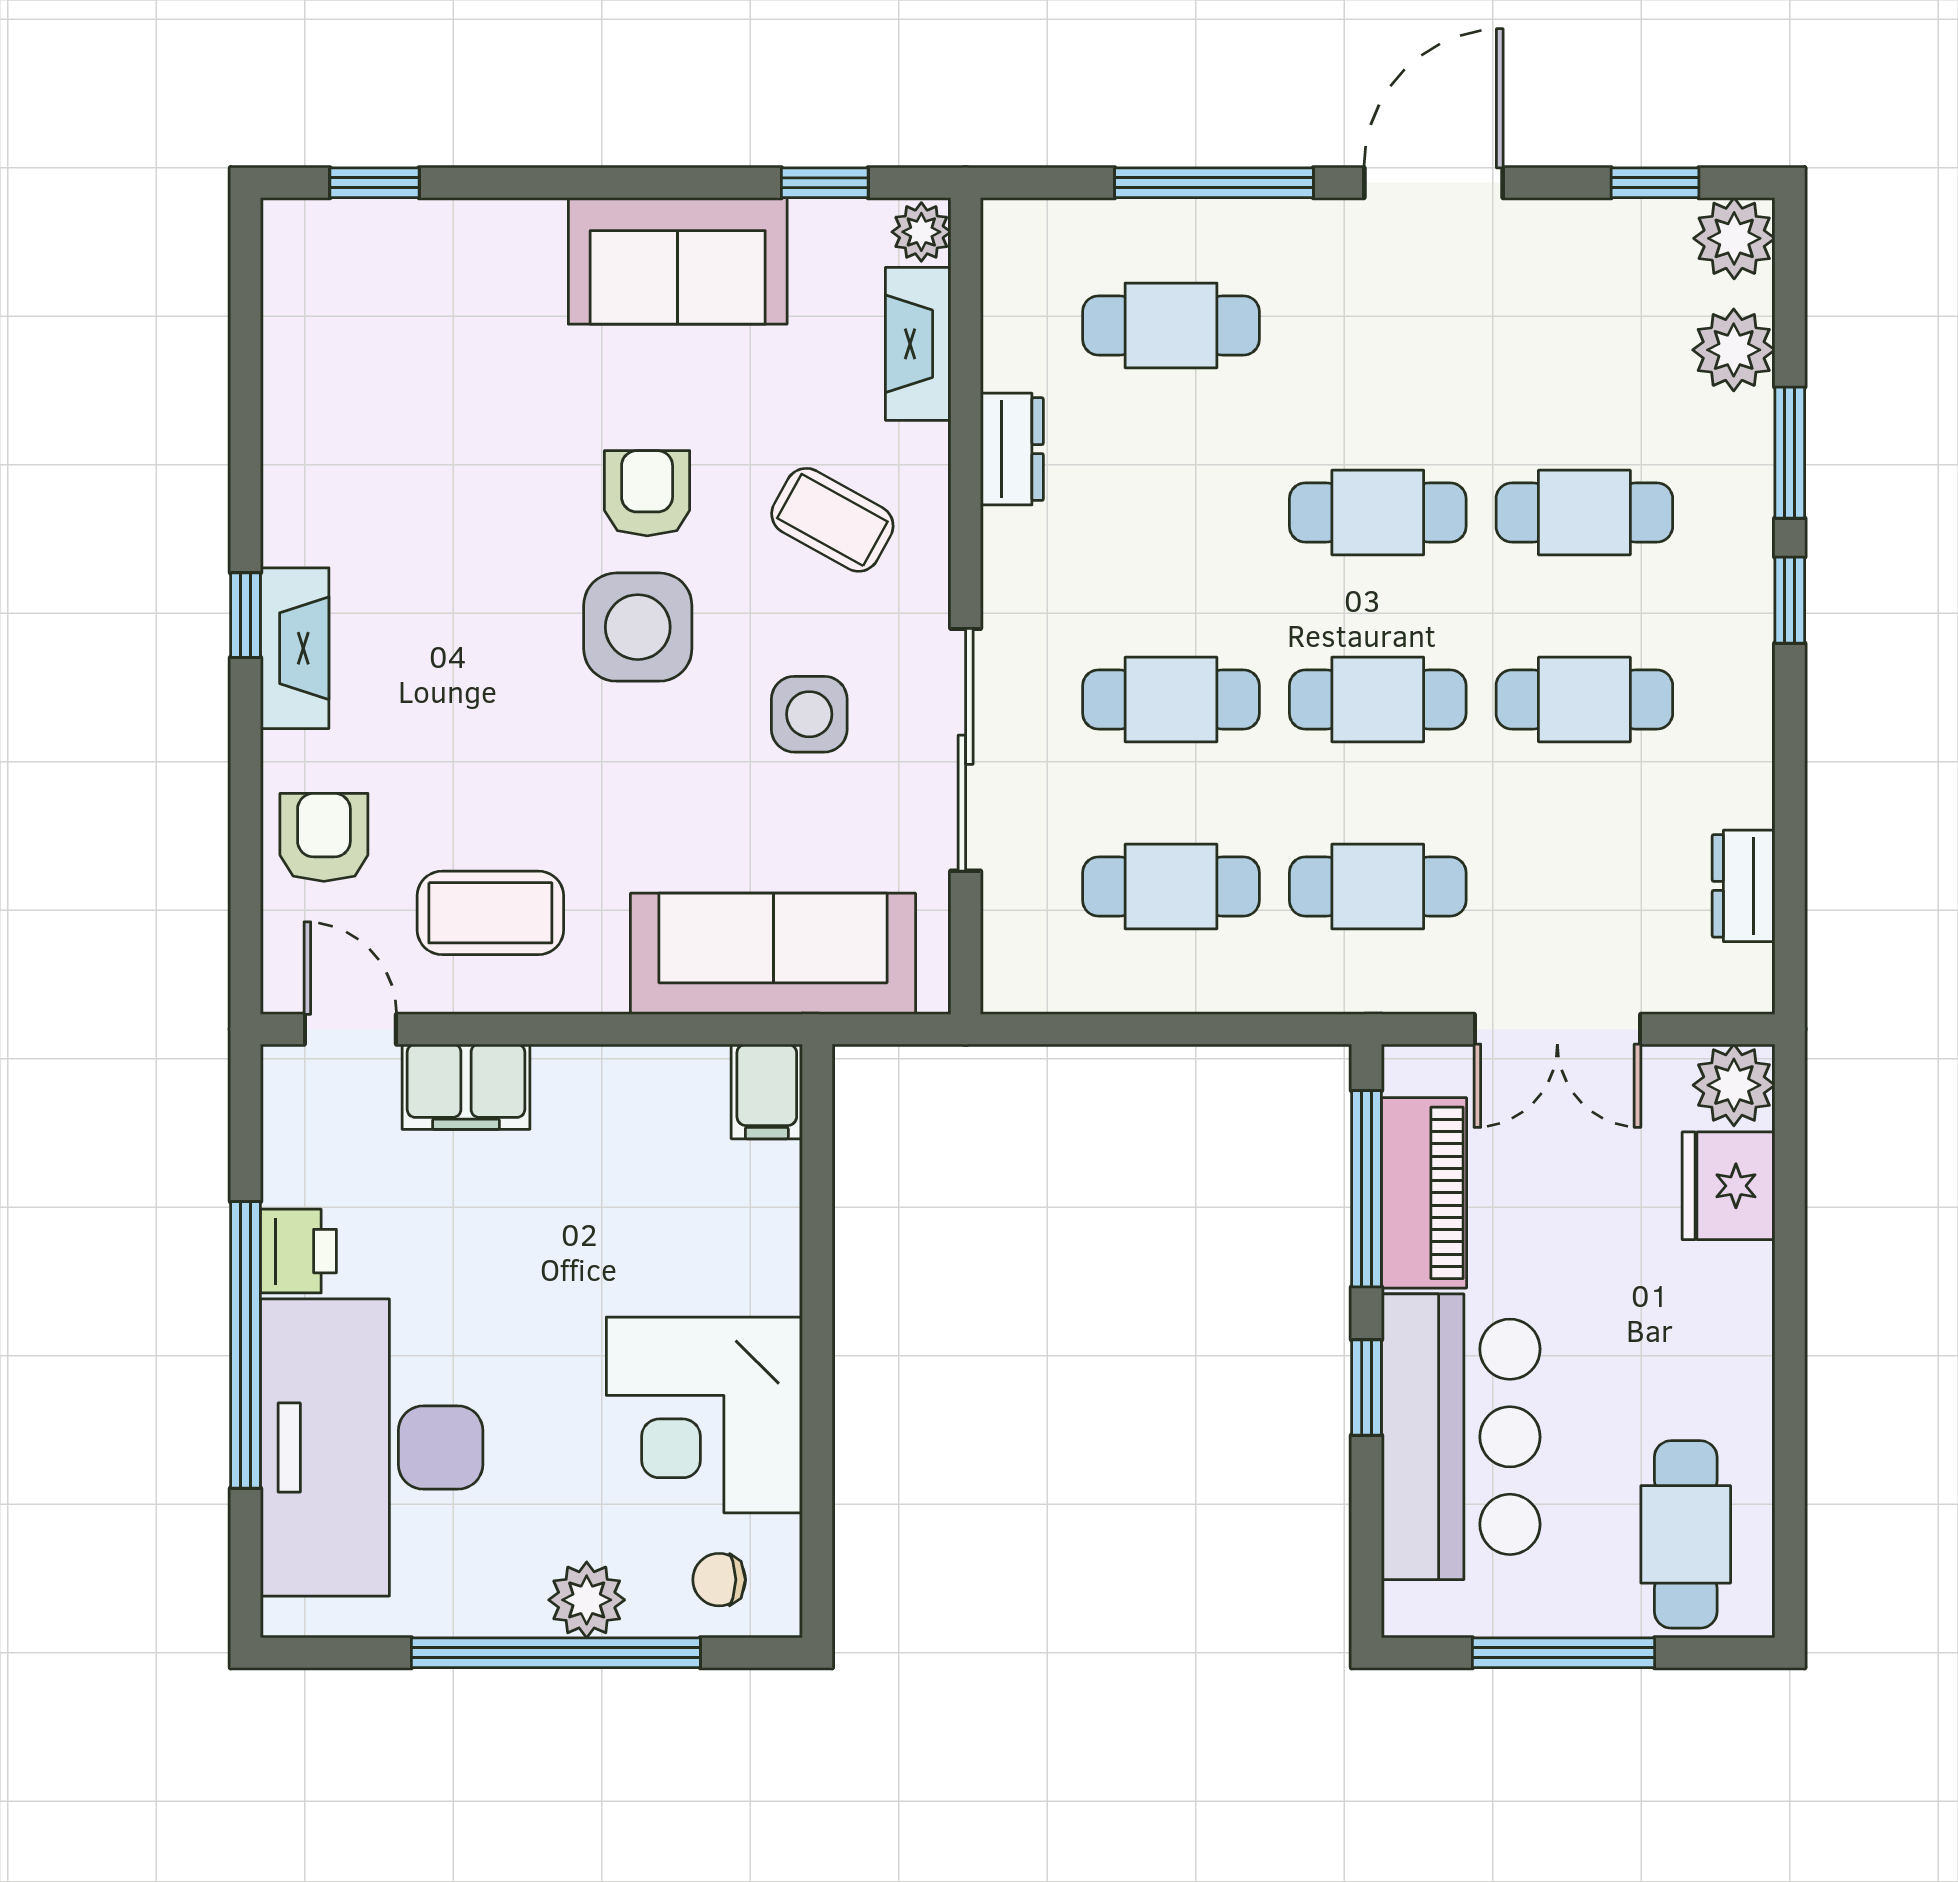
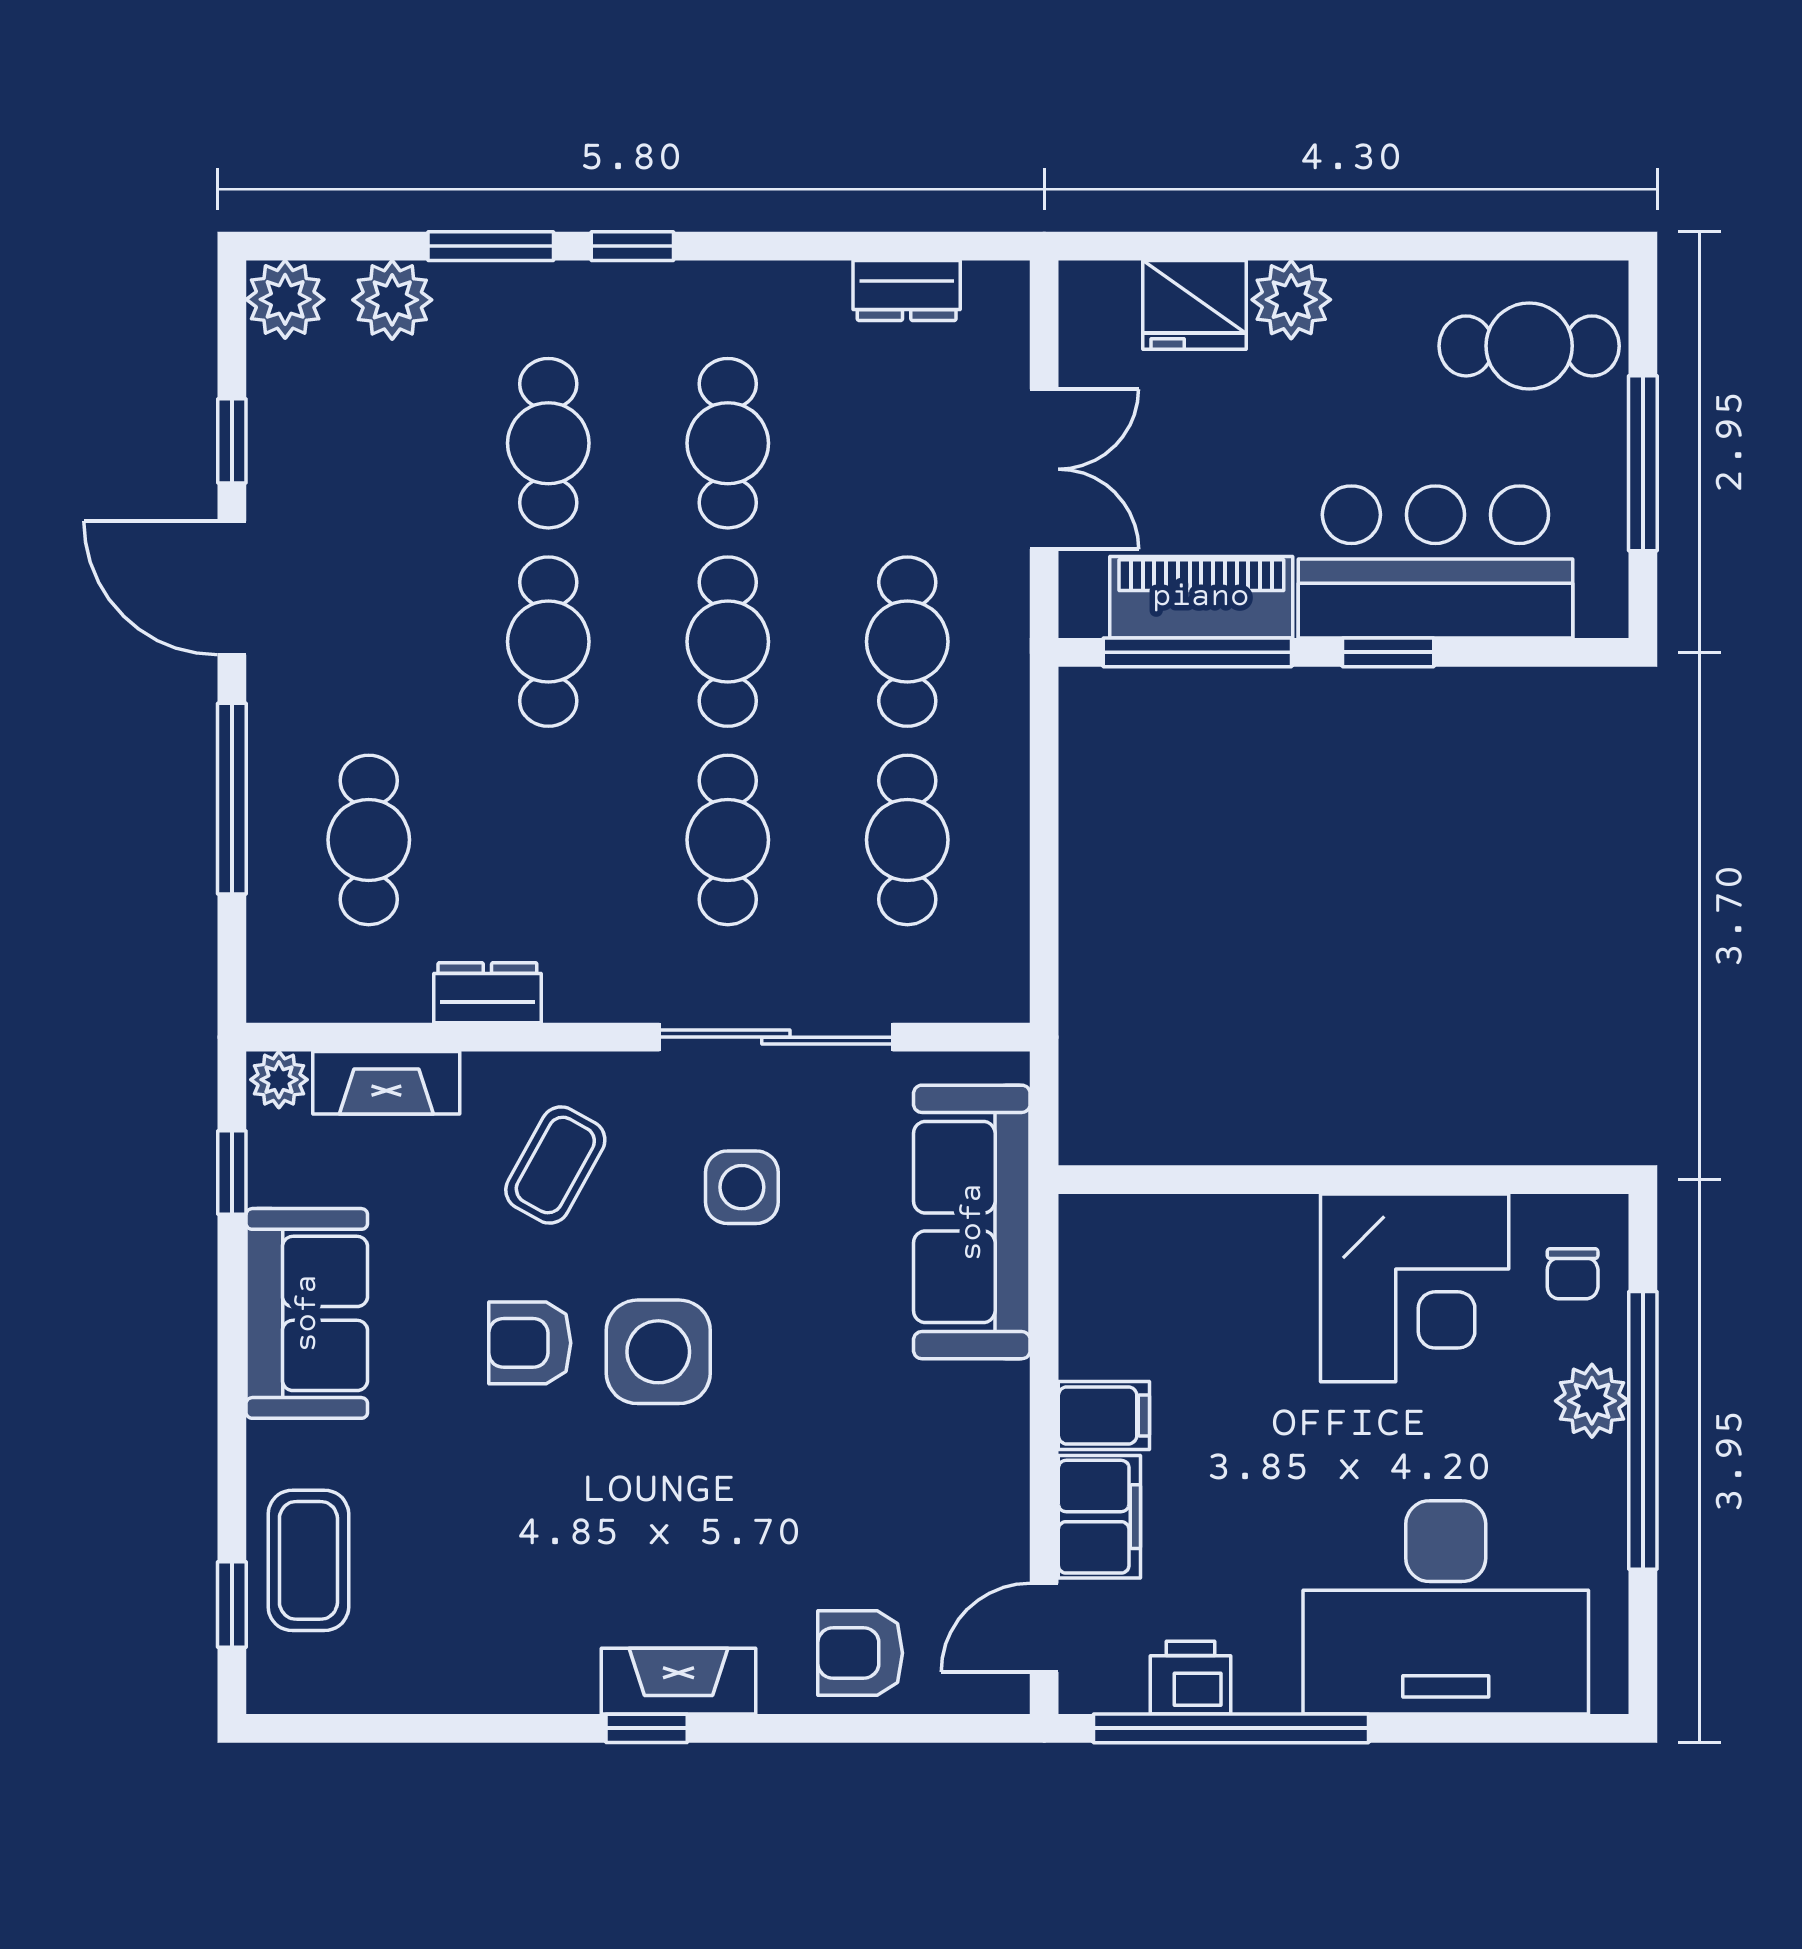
window: (1655, 183) -> (232, 441), moved
coffee table: (490, 913) -> (308, 1560), moved
plant: (1734, 1085) -> (1291, 300), moved
filing cabinet: (767, 1091) -> (1104, 1415), moved
printer: (298, 1251) -> (1190, 1678), moved
window: (245, 1345) -> (1231, 1728), moved

